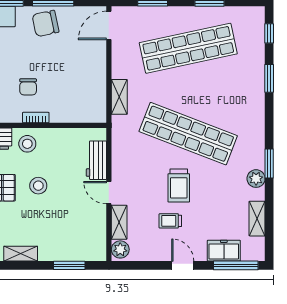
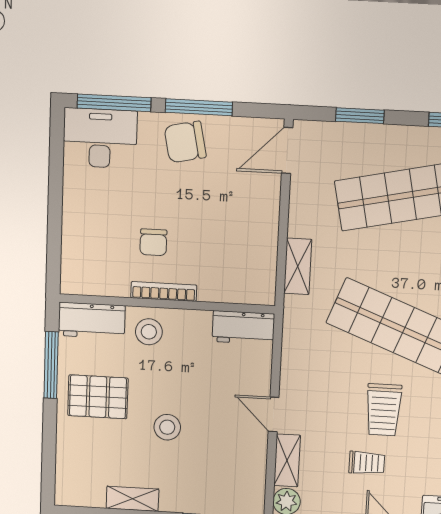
bookcase: (36, 118) -> (164, 291), width x1.56
workbench: (96, 160) -> (243, 328), moved, turned -90
stool: (38, 186) -> (167, 427), moved
trolley: (170, 221) -> (367, 463), turned 180

